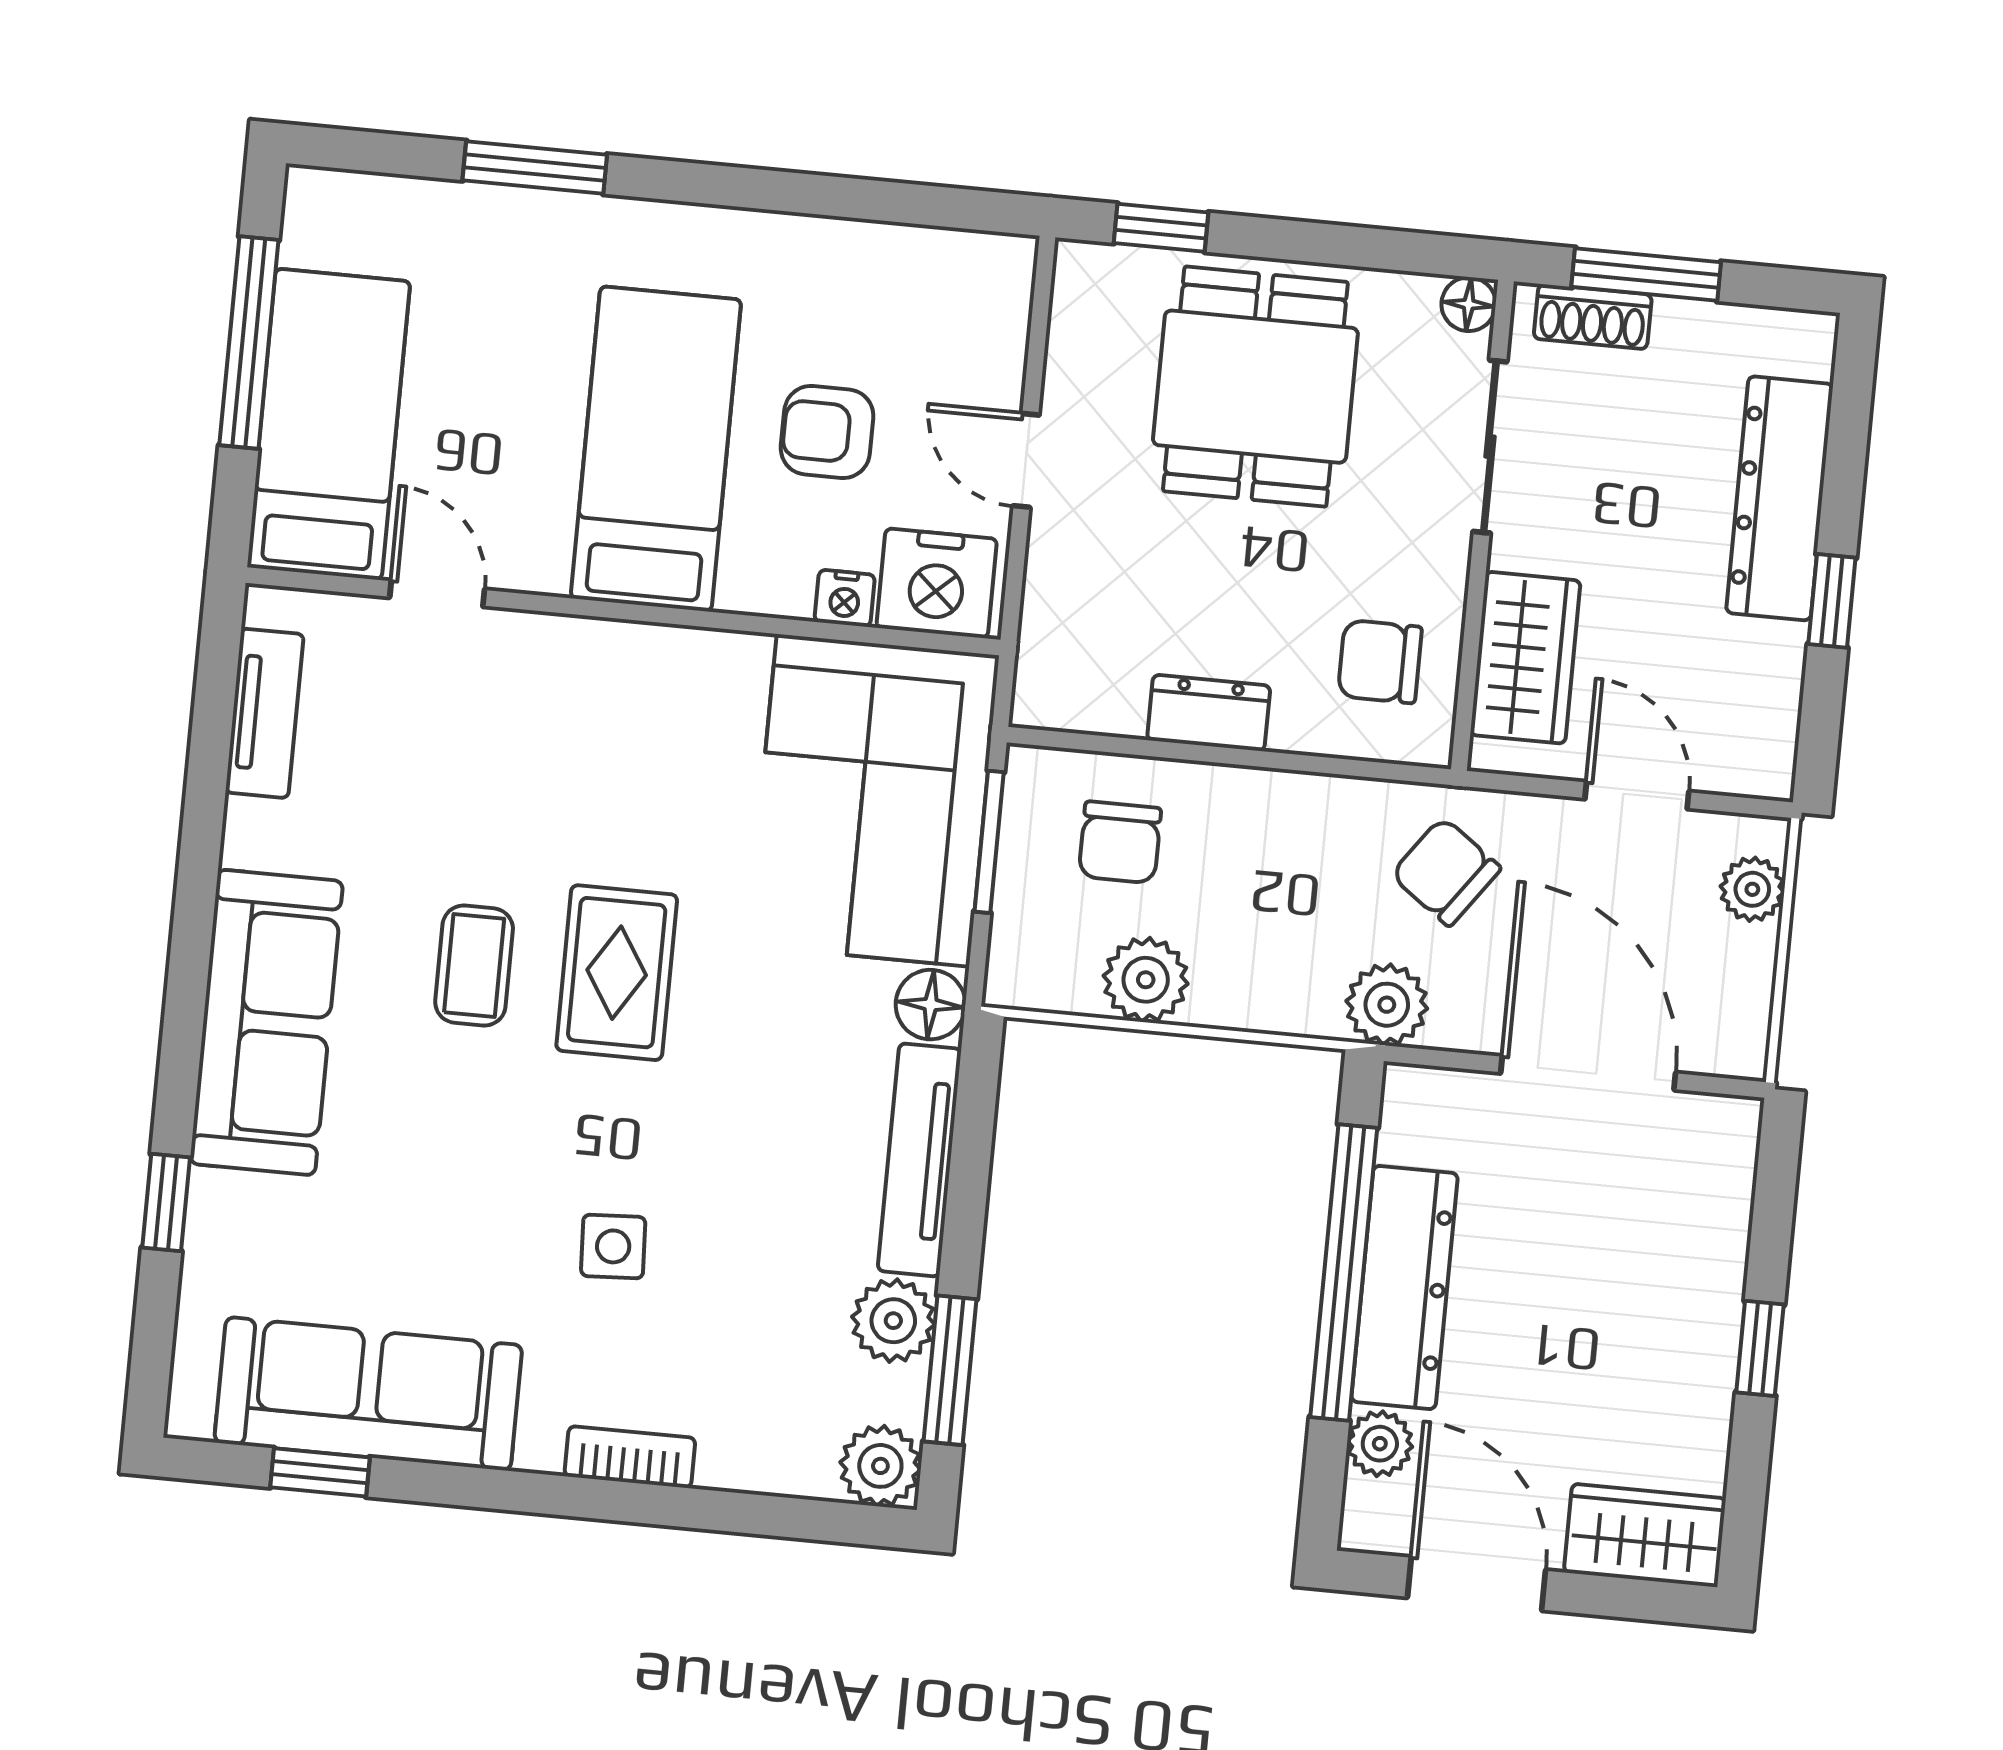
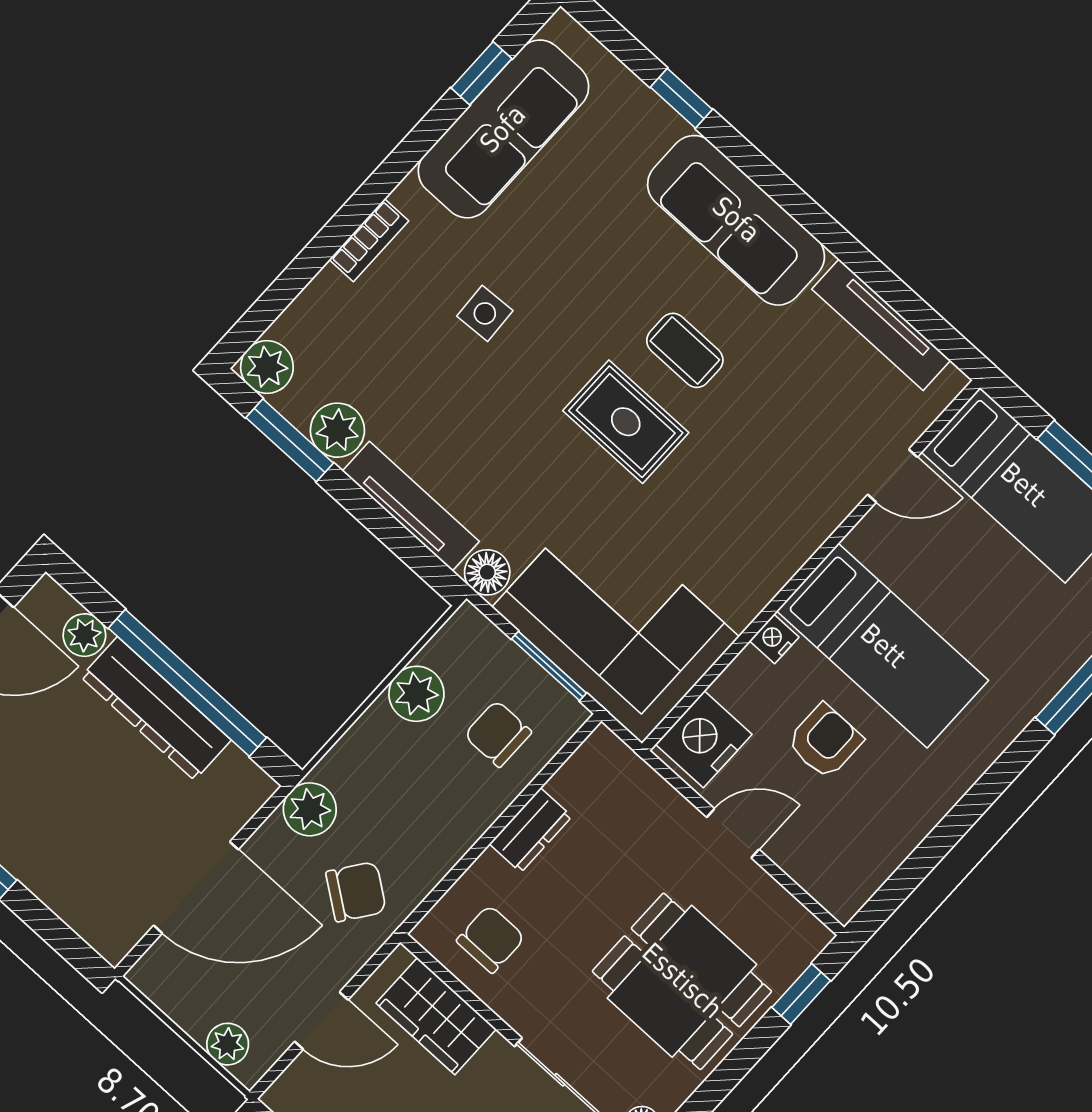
nightstand: (845, 598) -> (774, 639), moved
tv unit: (265, 713) -> (881, 325), width x1.41

